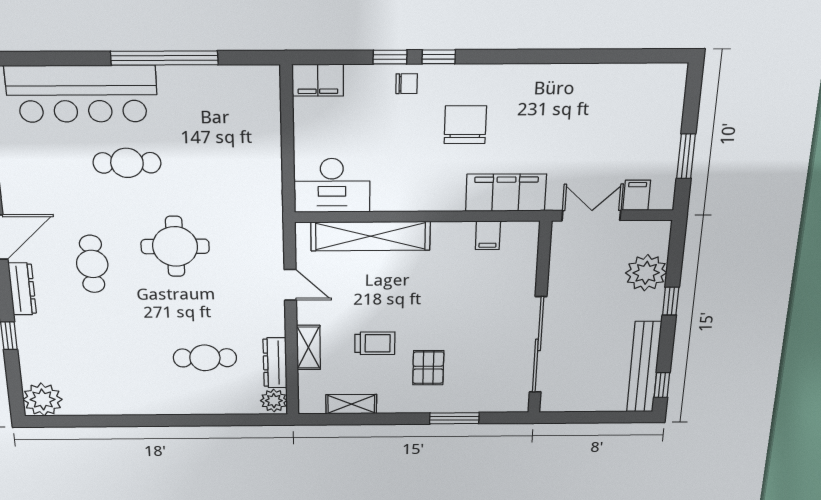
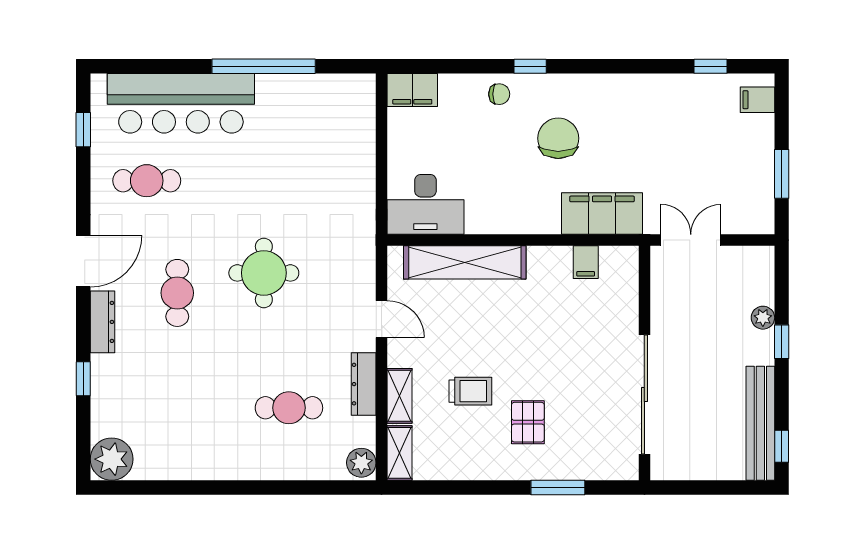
window: (390, 57) -> (710, 66), moved
cafe table: (127, 163) -> (147, 181), moved
filing cabinet: (637, 195) -> (757, 100), moved, turned -90
plant: (646, 273) -> (763, 318), width x0.53, depth x0.53
dresser: (275, 363) -> (364, 384), moved
shelving: (351, 404) -> (400, 453), moved, turned 90

